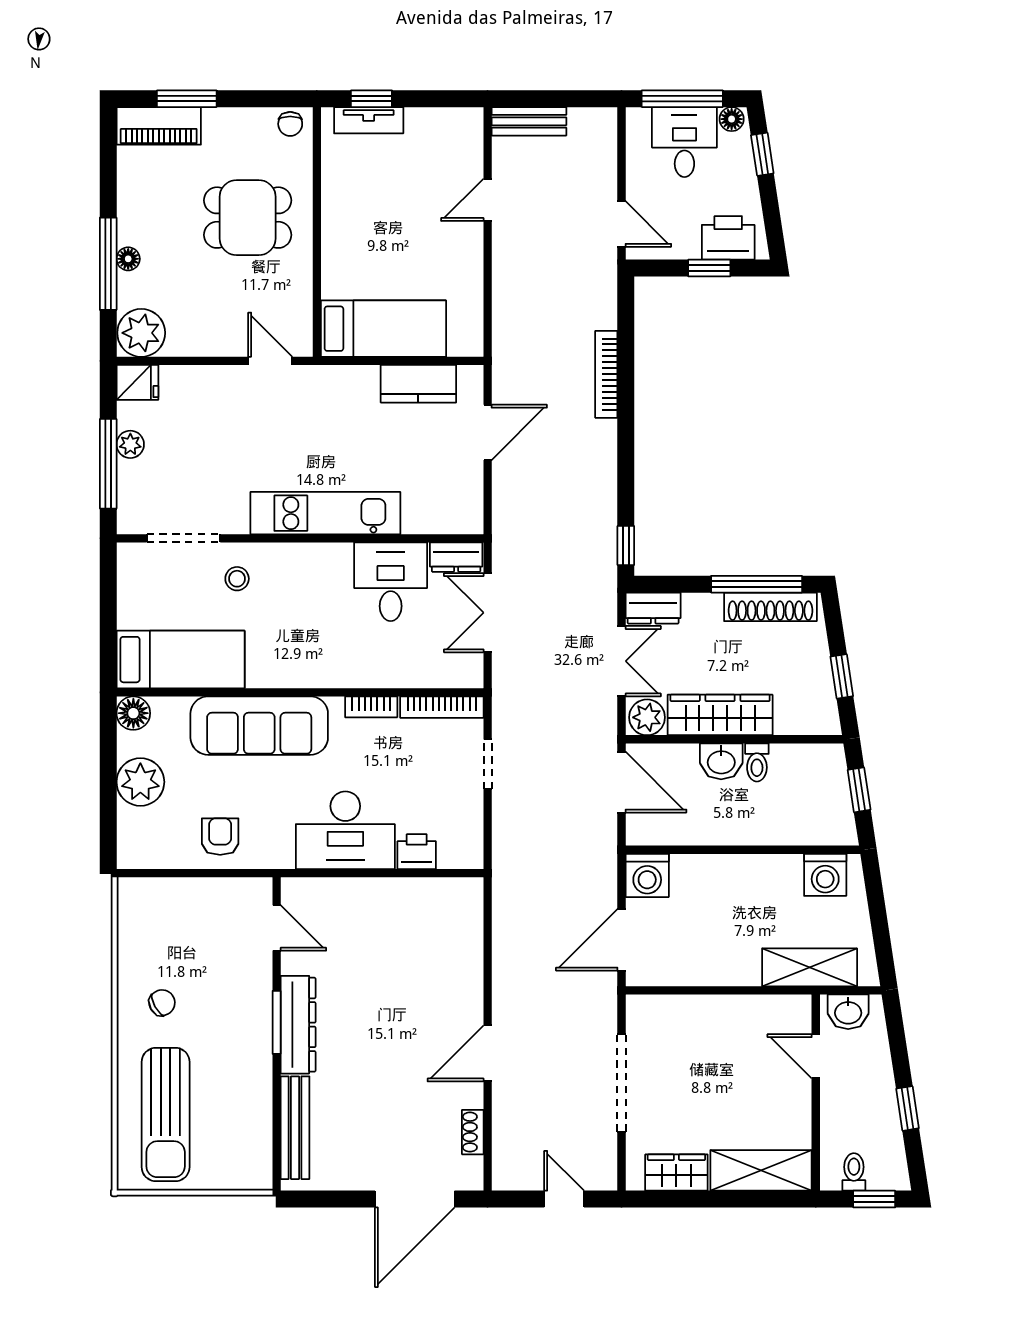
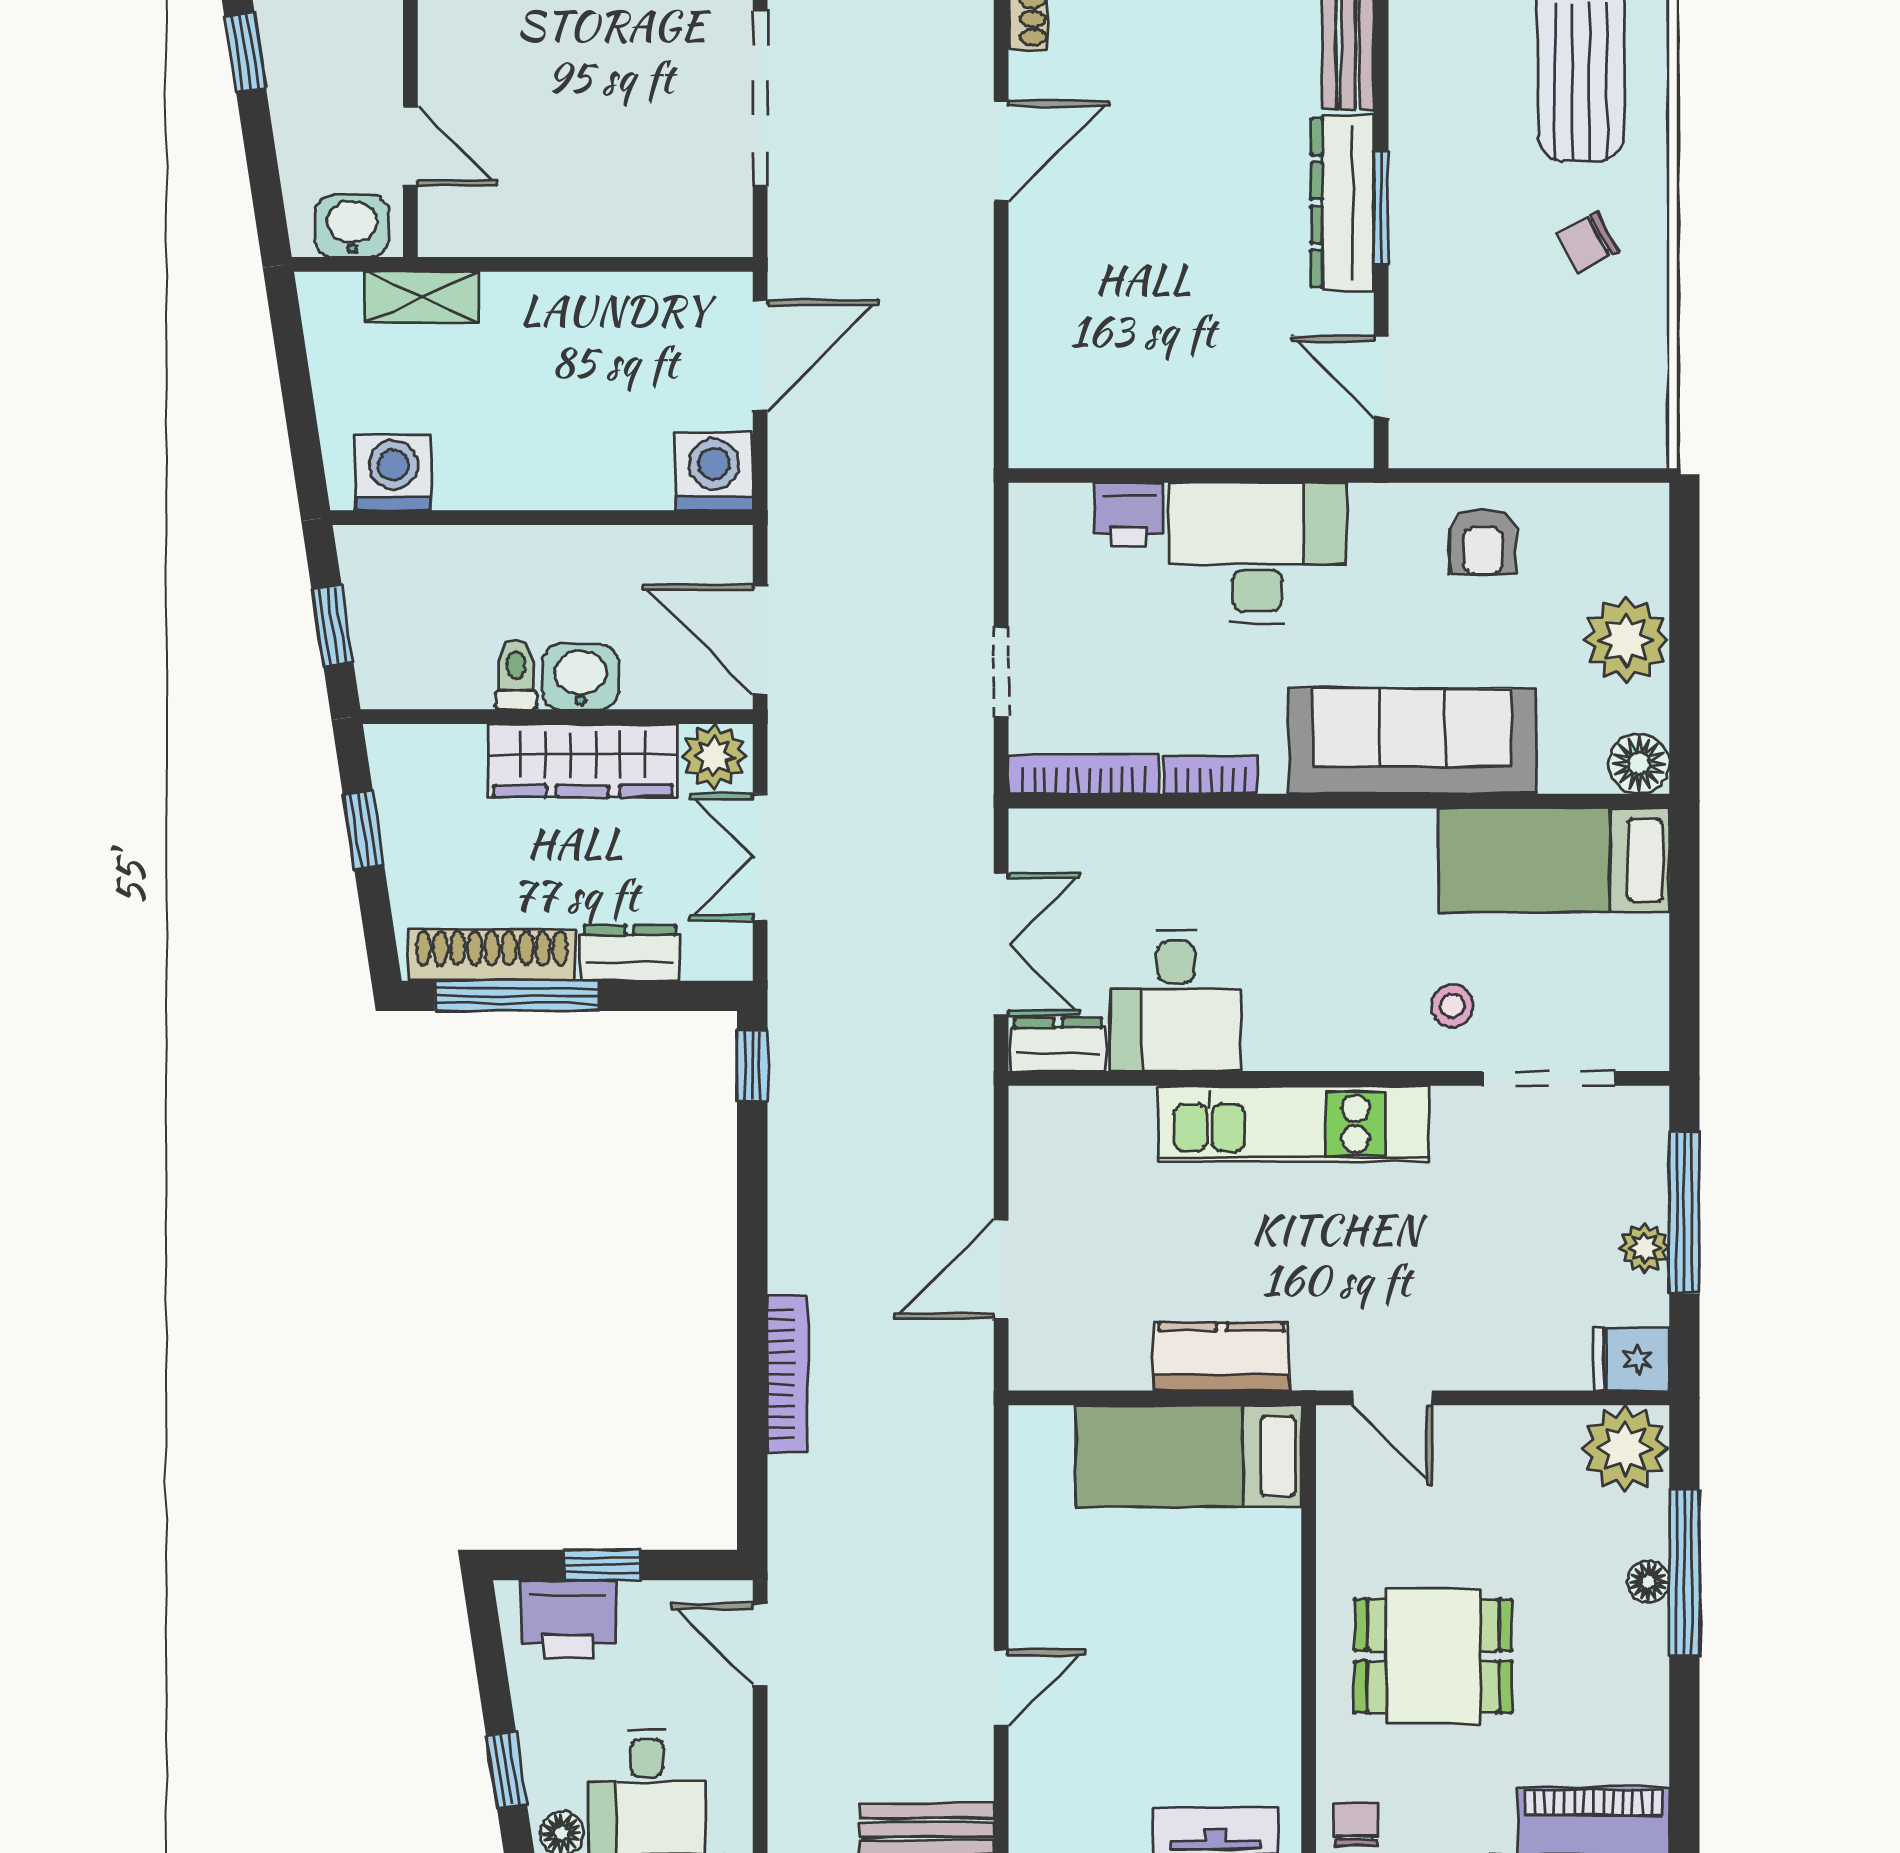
kitchen counter: (418, 384) -> (1221, 1357), moved
dresser: (653, 608) -> (630, 953), moved
shelving: (810, 967) -> (422, 297), width x0.67, depth x0.75

